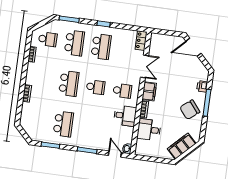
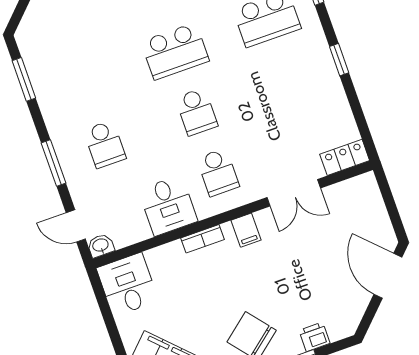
school desk: (101, 47) -> (288, 79), removed
filing cabinet: (149, 91) -> (246, 230), width x0.50
school desk: (63, 124) -> (105, 144), moved, width x0.54
desk: (149, 130) -> (127, 285), moved
door: (115, 154) -> (76, 226), swing flipped

